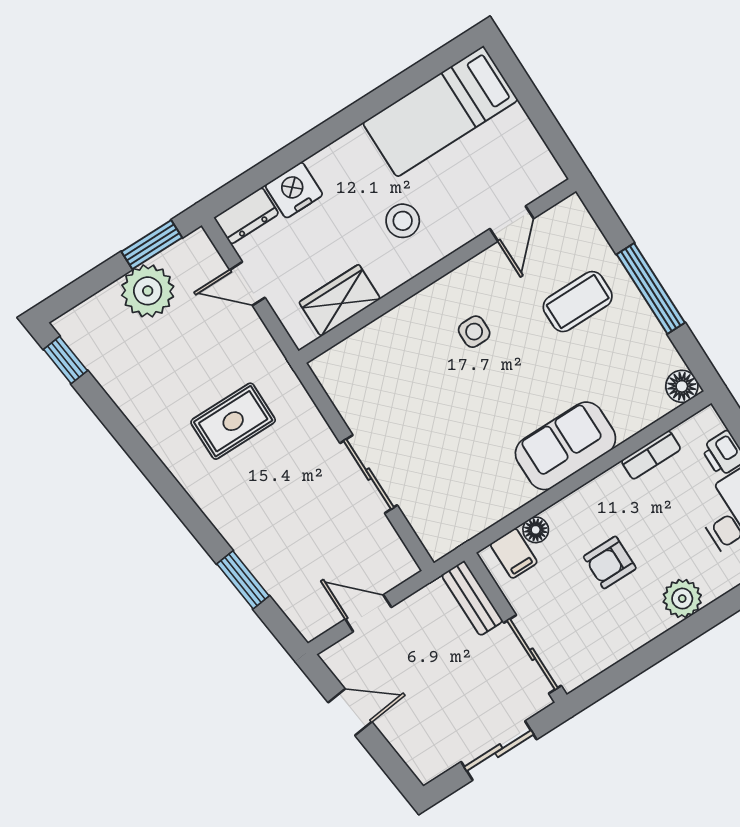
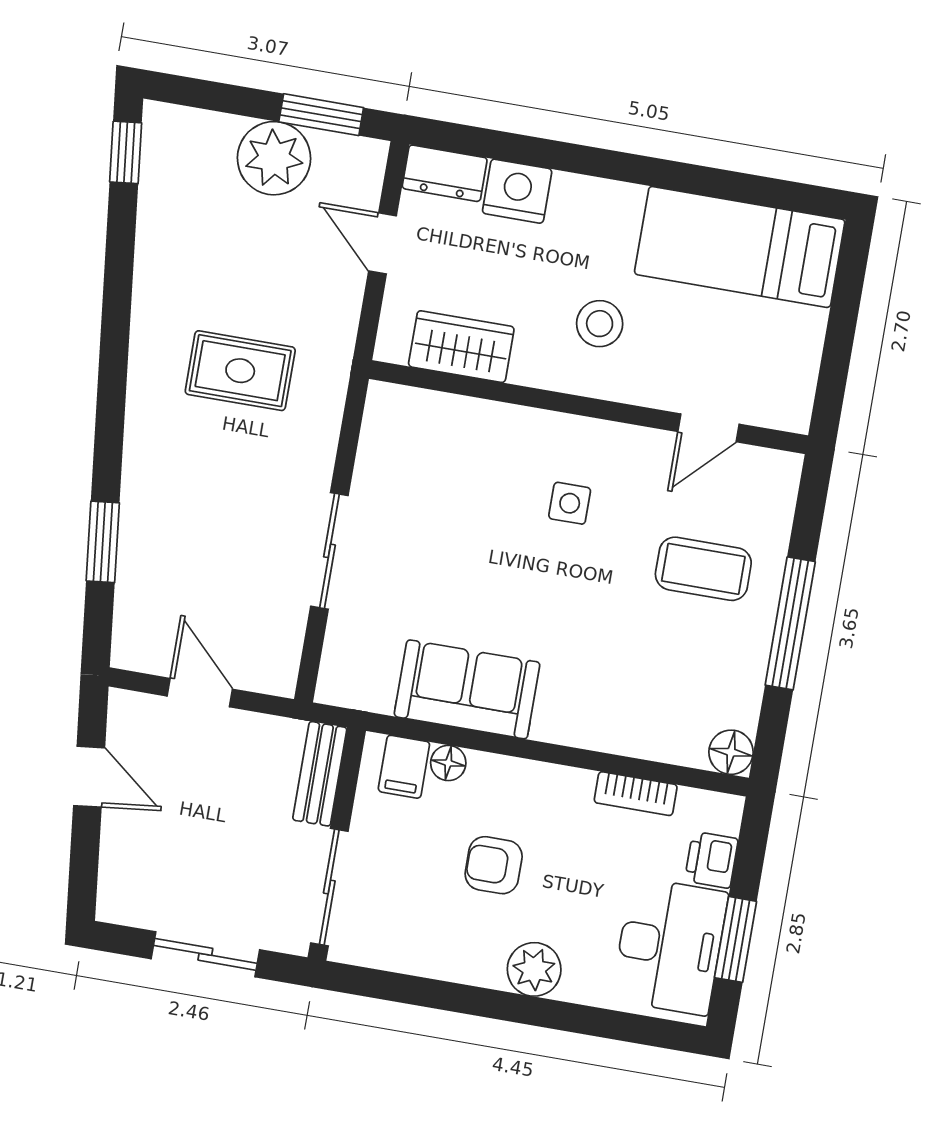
sofa: (565, 446) -> (467, 689), moved

